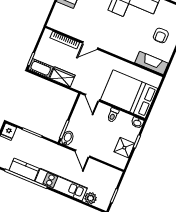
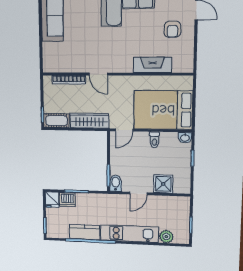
door: (90, 45) -> (98, 74), hinge flipped
fireplace: (152, 63) -> (152, 65), moved
wardrobe: (62, 77) -> (89, 121), width x1.50
door: (92, 98) -> (124, 130), hinge flipped
dishwasher: (21, 136) -> (67, 199), added
shower: (124, 148) -> (163, 184), moved
door: (82, 154) -> (138, 193), hinge flipped

